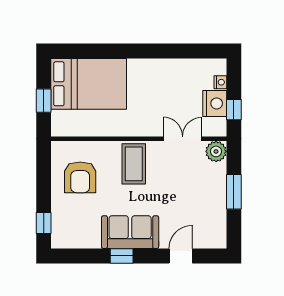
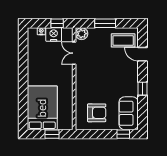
coffee table: (134, 164) -> (123, 40), moved
sofa: (130, 232) -> (129, 113), moved

